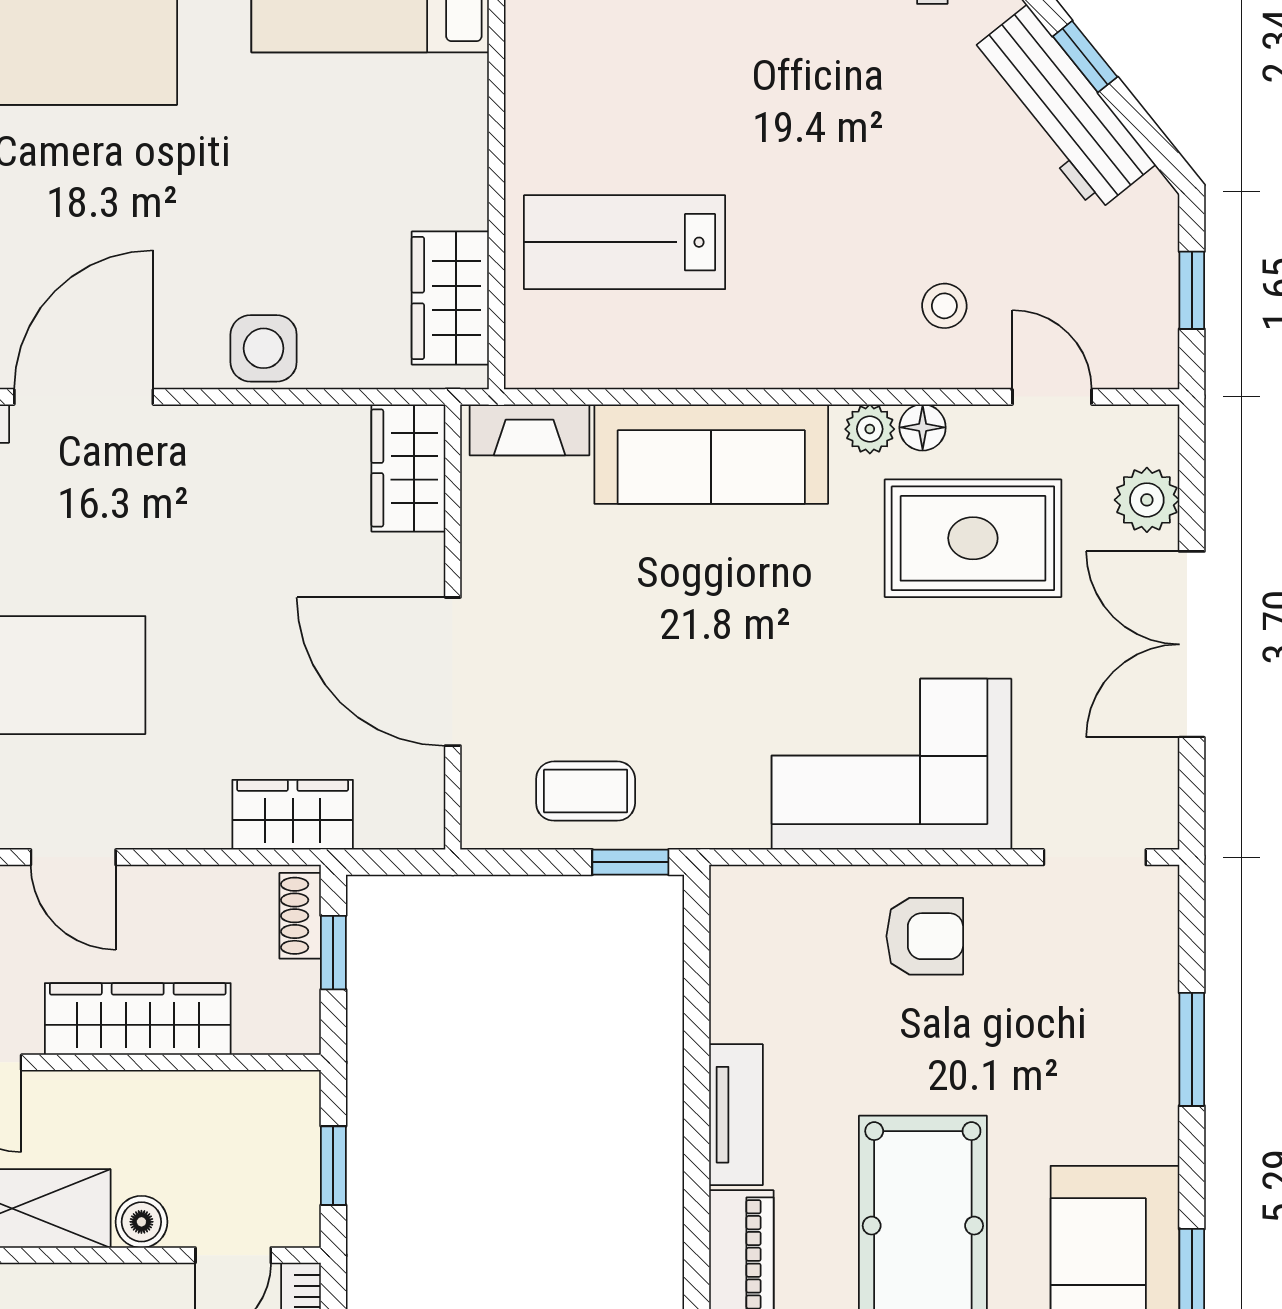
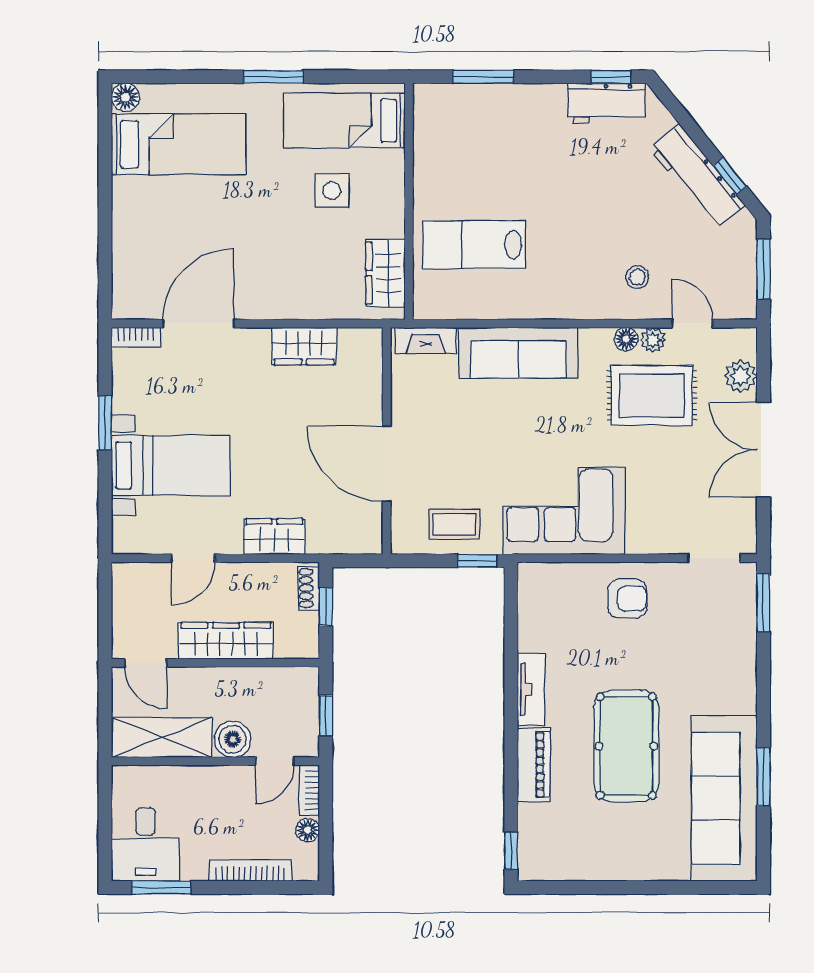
window: (1085, 57) -> (730, 176), moved
window: (1192, 290) -> (763, 269), width x1.50
side table: (264, 348) -> (332, 191), moved
plant: (870, 429) -> (653, 340), moved
wardrobe: (408, 468) -> (304, 346), moved, turned -90
corner sofa: (891, 764) -> (564, 511), moved
wardrobe: (293, 815) -> (274, 537), moved
door: (73, 857) -> (193, 558), hinge flipped
window: (1192, 1049) -> (763, 603), moved
boiler: (141, 1222) -> (233, 739), width x1.36, depth x1.36

